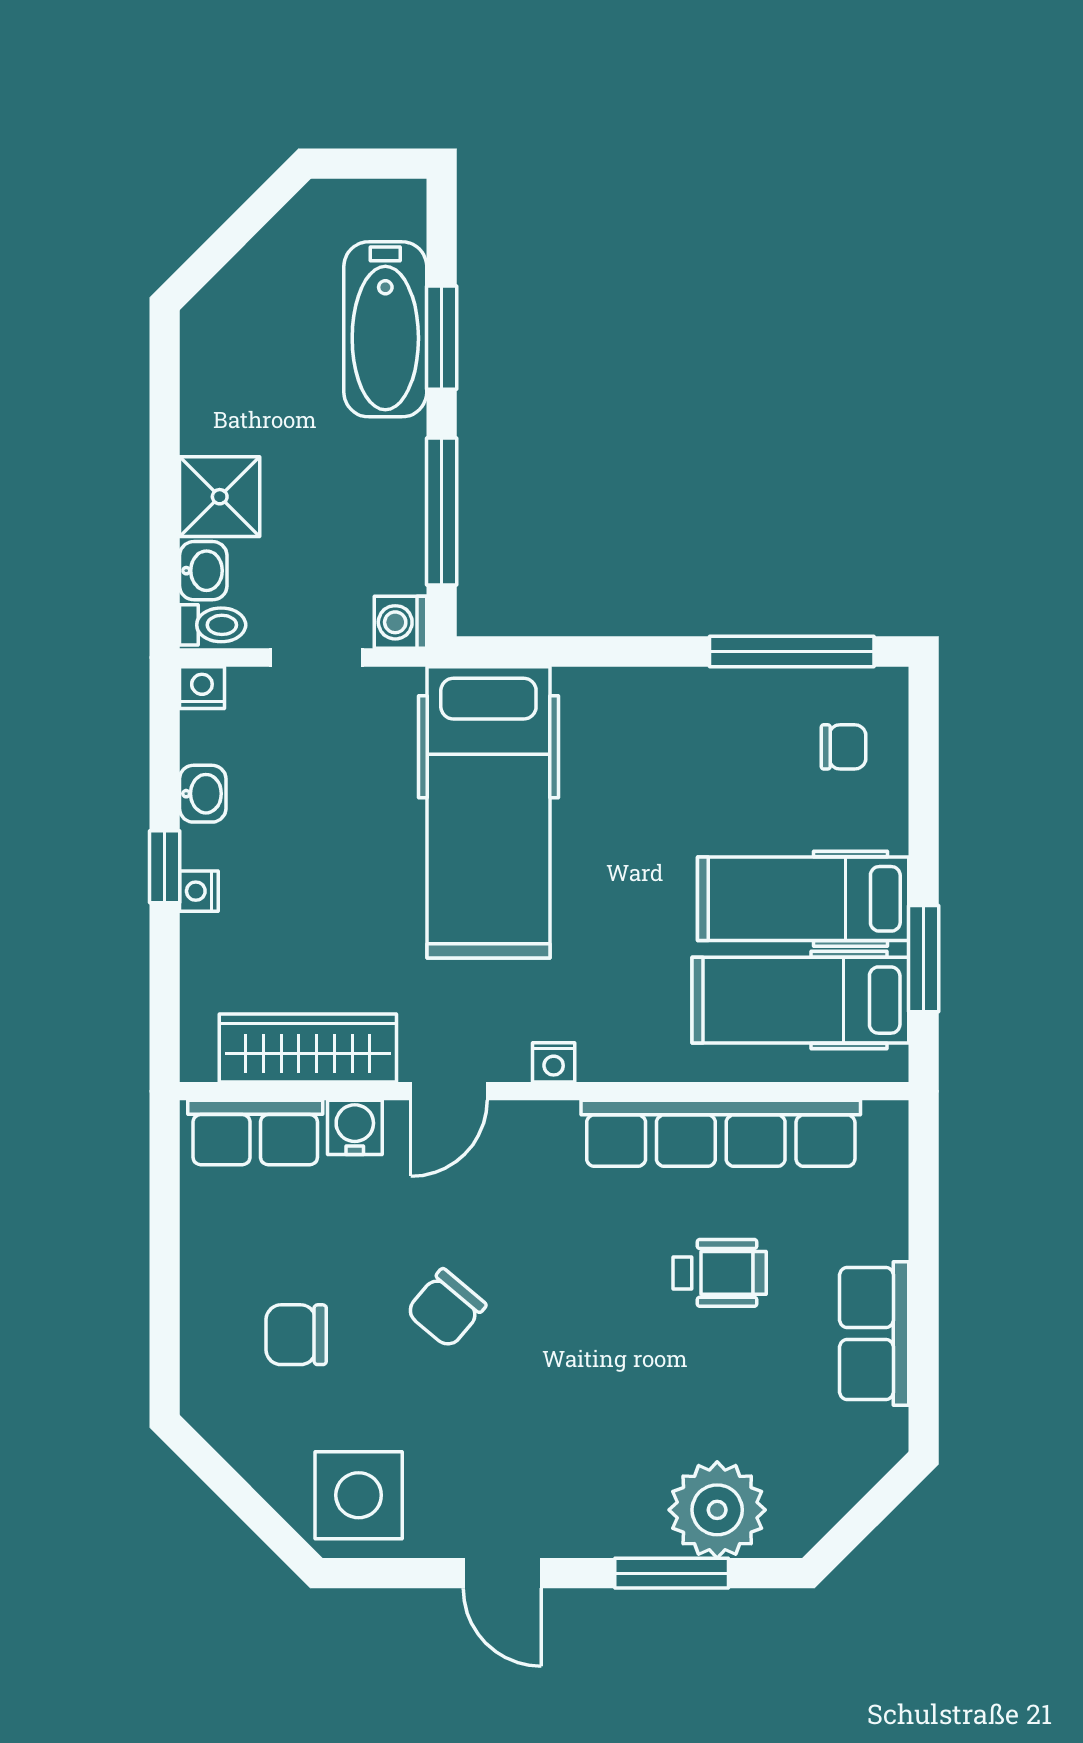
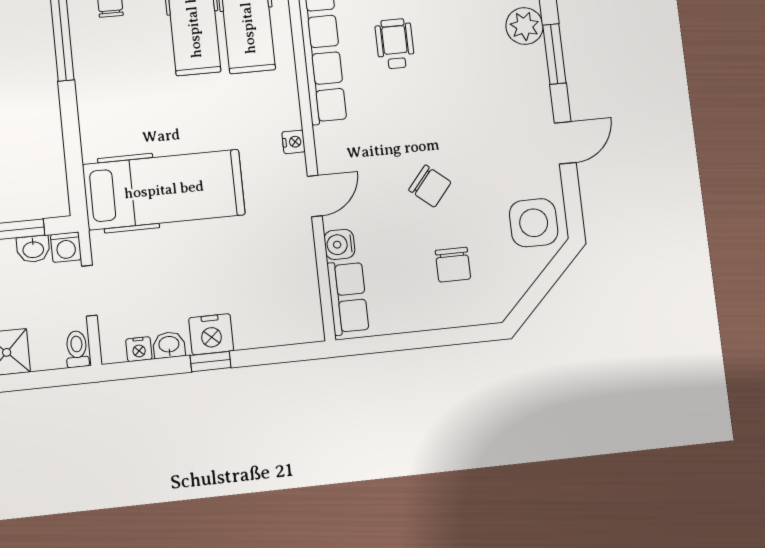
washbasin: (203, 571) -> (33, 249), moved, turned 180
nightstand: (202, 688) -> (139, 349), moved, turned -90
nightstand: (199, 891) -> (211, 334), width x1.89, depth x1.79
wardrobe: (308, 1048) -> (300, 274), removed
door: (449, 1091) -> (315, 196), hinge flipped
plant: (717, 1510) -> (524, 26), width x0.73, depth x0.73

